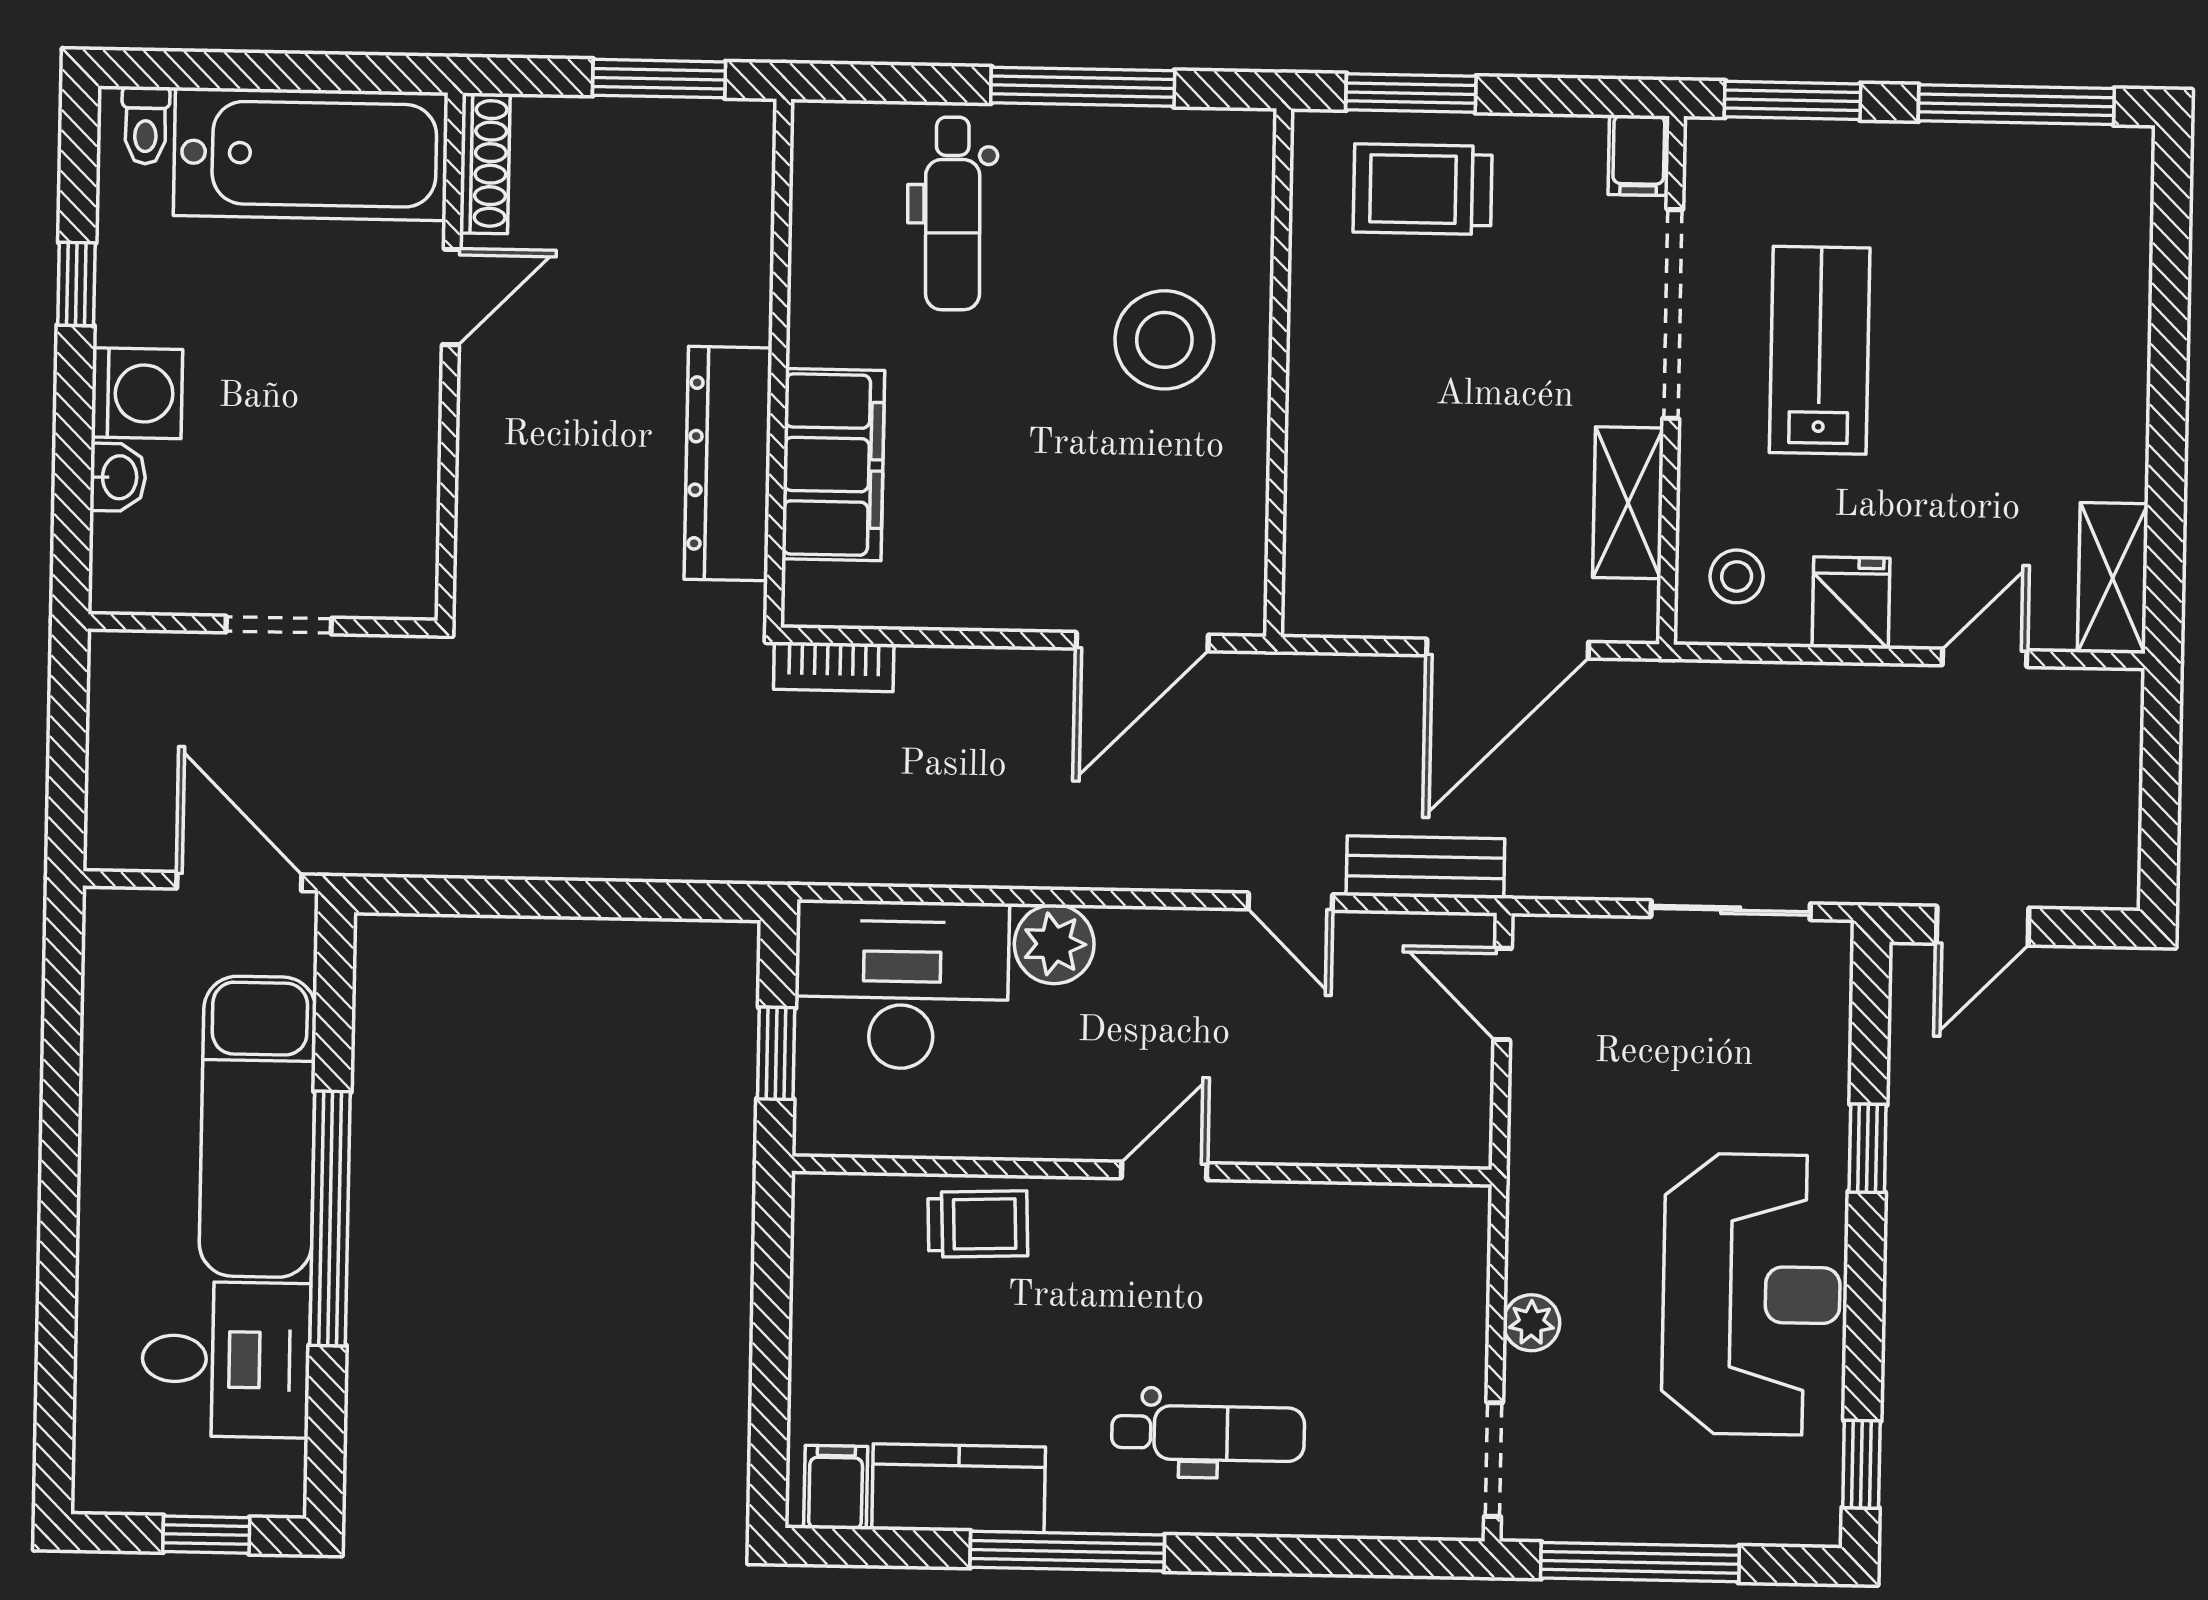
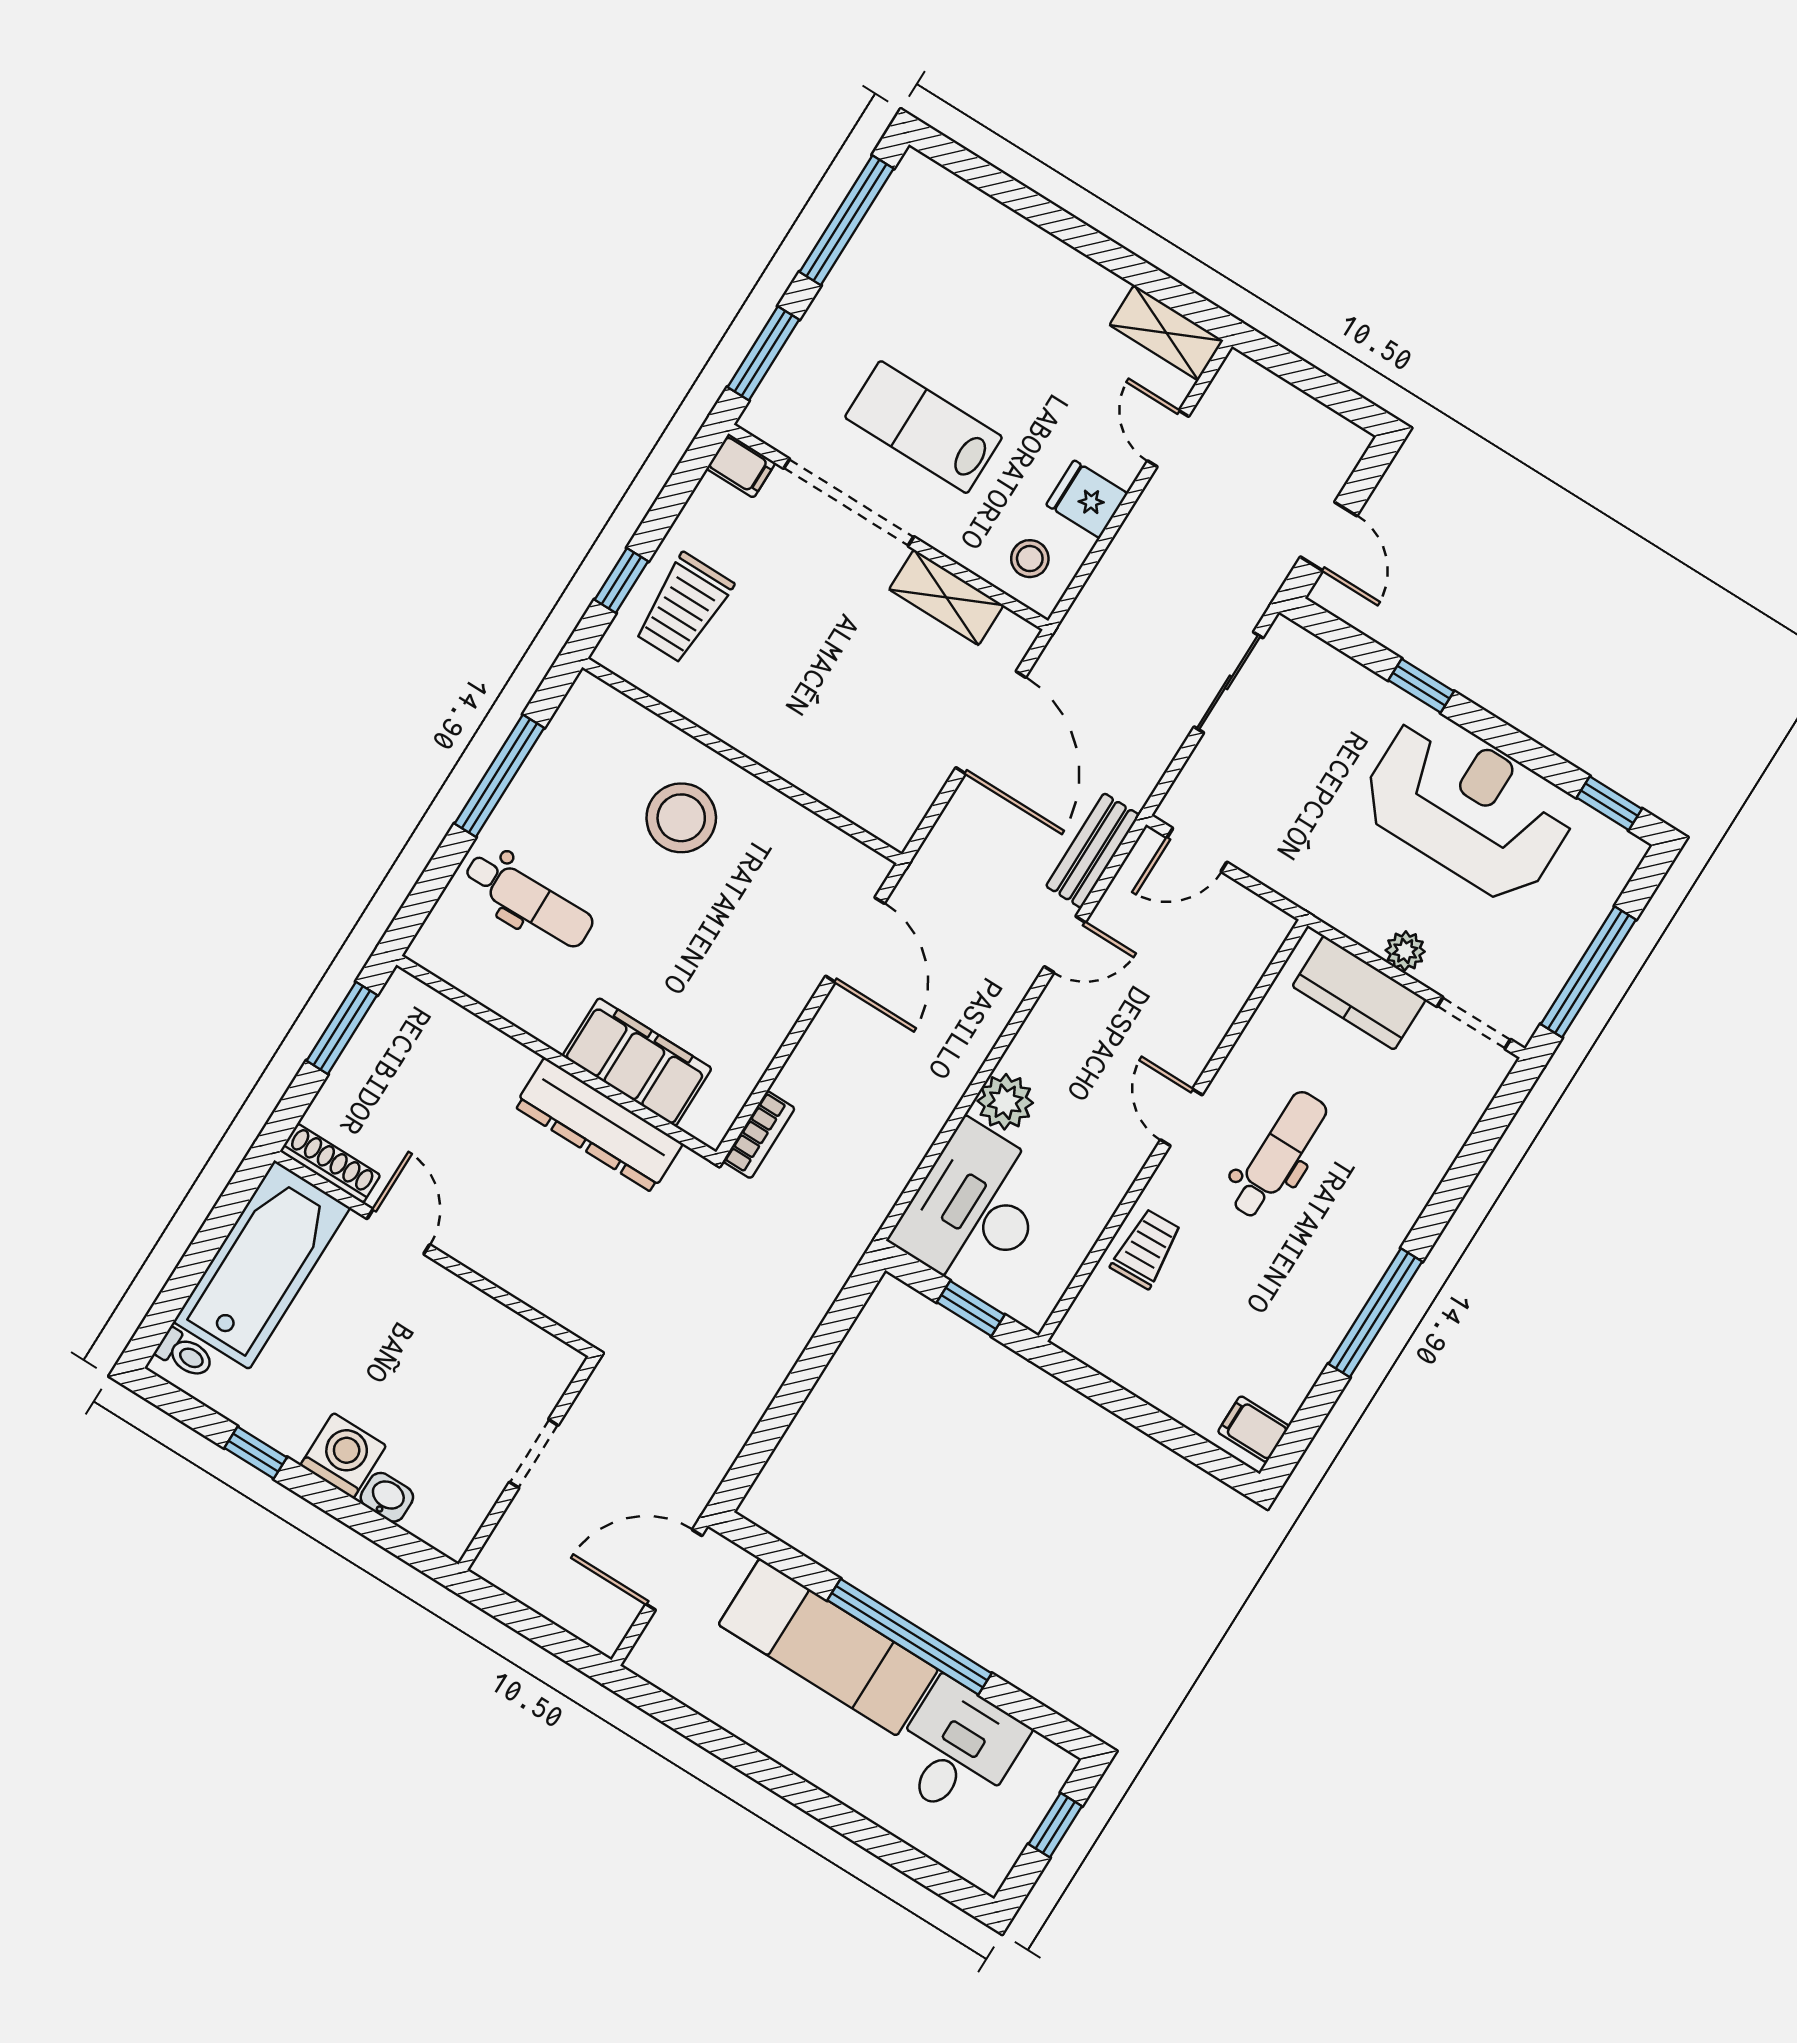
window: (1411, 93) -> (621, 580), width x0.67
dental chair: (1208, 1433) -> (1278, 1155), moved
kitchen counter: (959, 1488) -> (1359, 993), moved, turned -90

